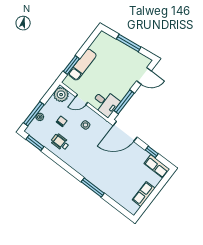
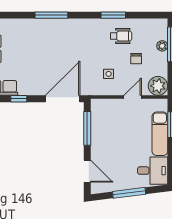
door: (144, 76) -> (87, 171), swing flipped
desk: (105, 103) -> (153, 171), moved, turned 180
window: (35, 143) -> (113, 15), moved

